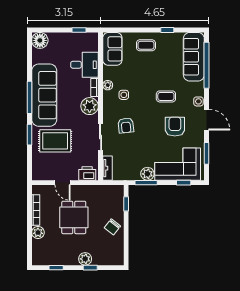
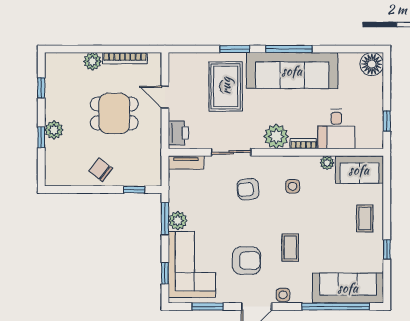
plant: (108, 85) -> (327, 163), moved
door: (63, 183) -> (165, 97), hinge flipped

